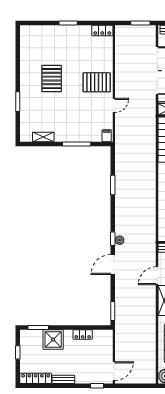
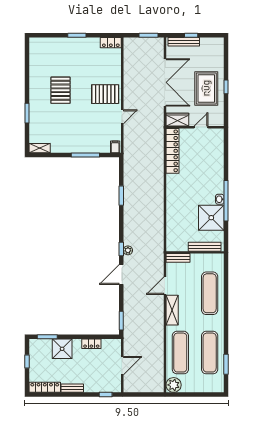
shelving: (43, 137) -> (40, 148), moved
door: (114, 371) -> (122, 366), moved

